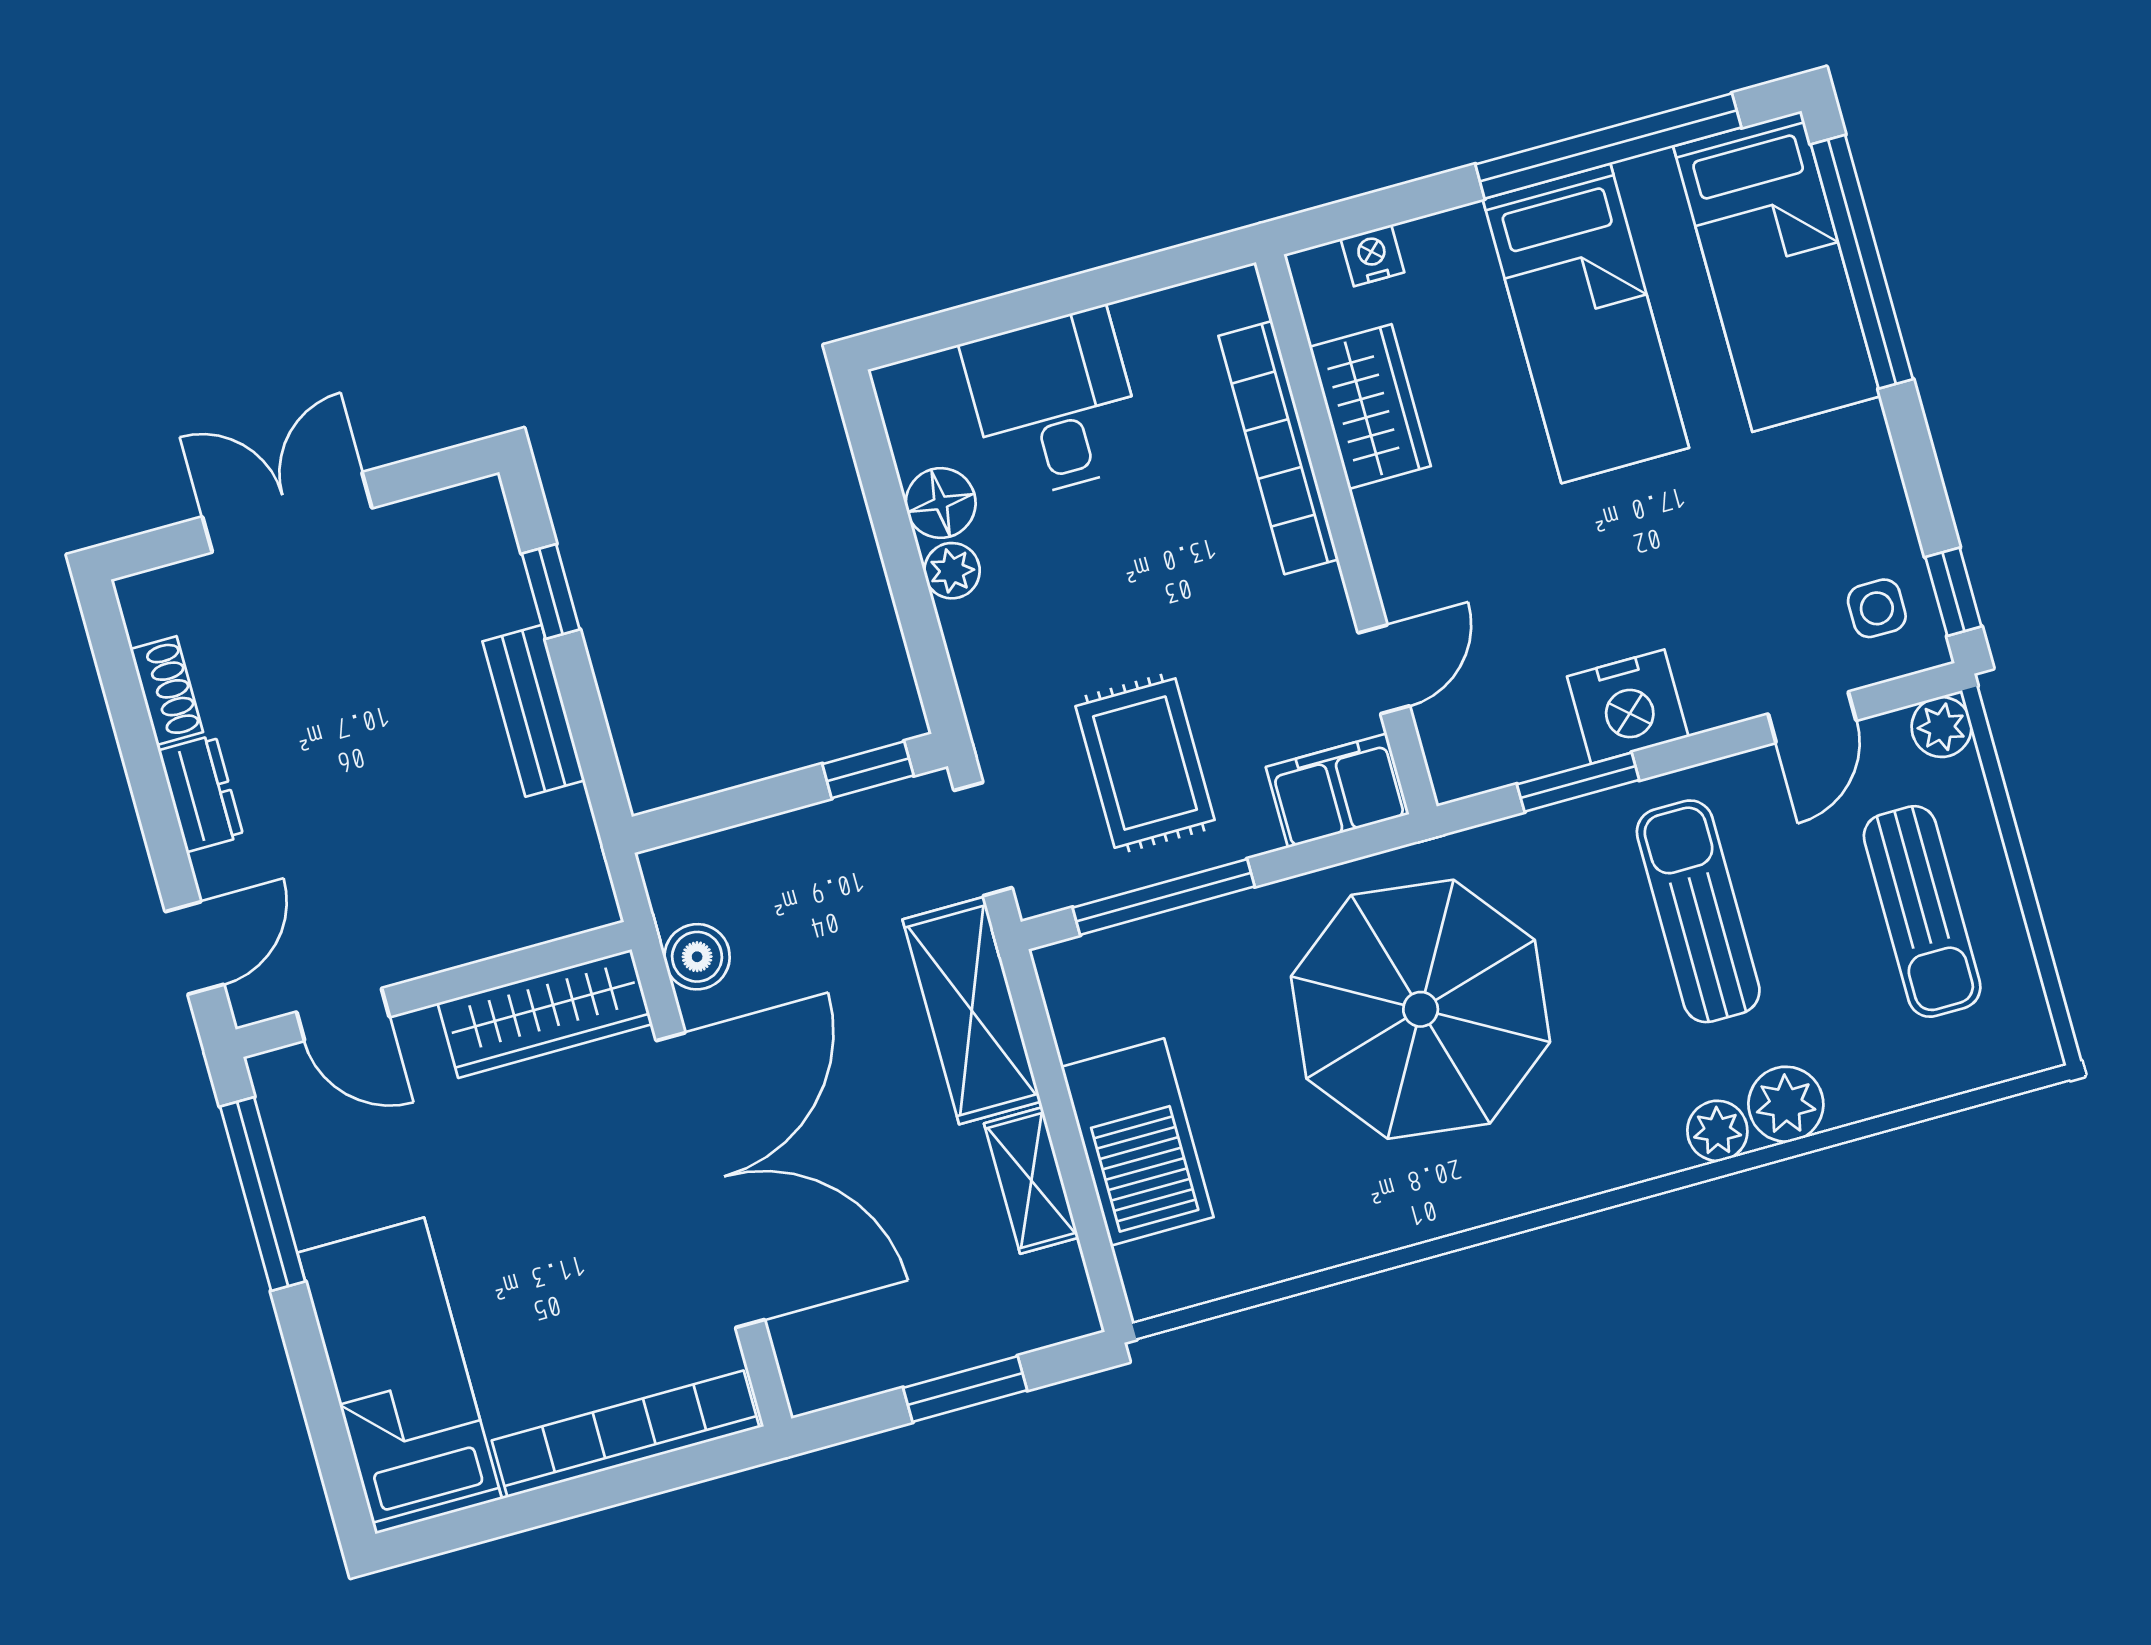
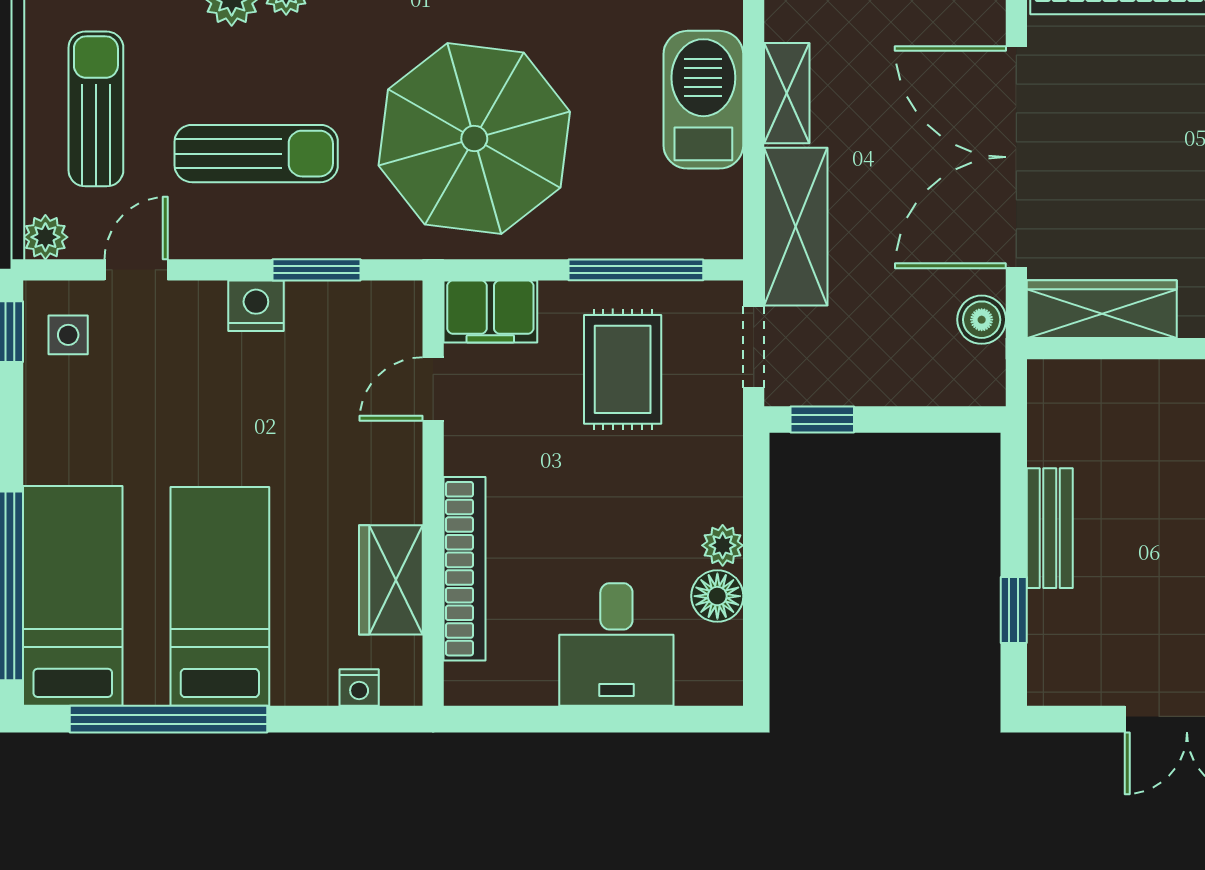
nightstand: (1628, 707) -> (256, 306), width x0.74, depth x0.75
sun lounger: (1698, 911) -> (256, 154), turned -90

